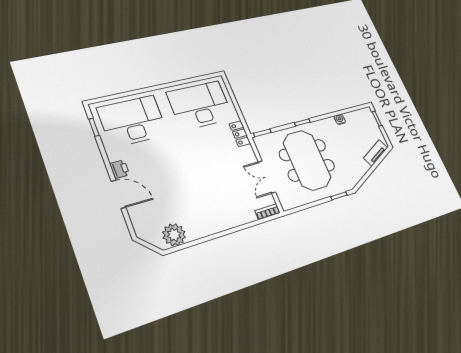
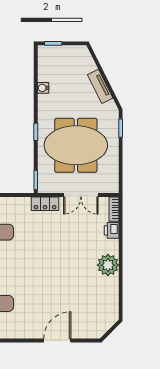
locker: (240, 134) -> (45, 204), moved
tv unit: (376, 153) -> (100, 86), moved
printer: (119, 169) -> (112, 230), moved, turned -90
plant: (174, 235) -> (108, 265), moved

